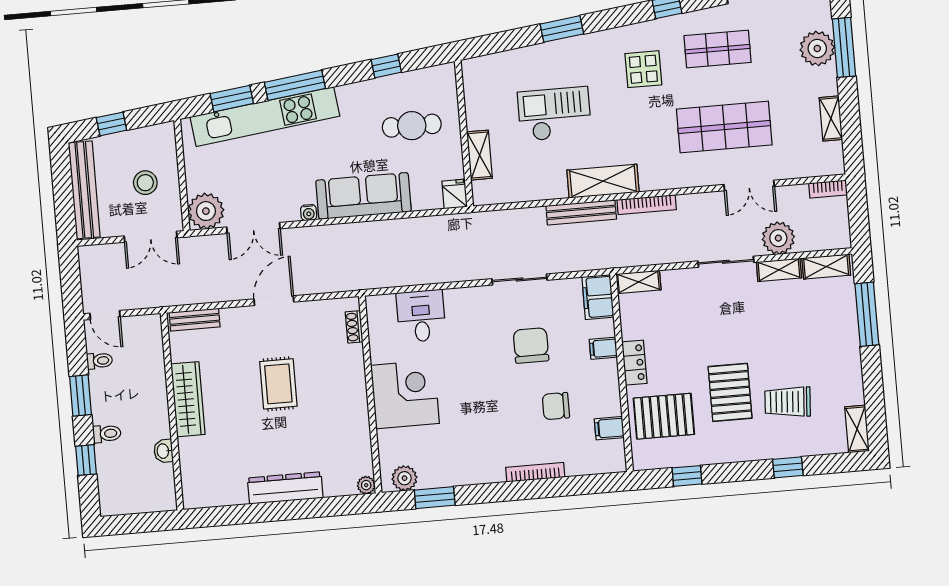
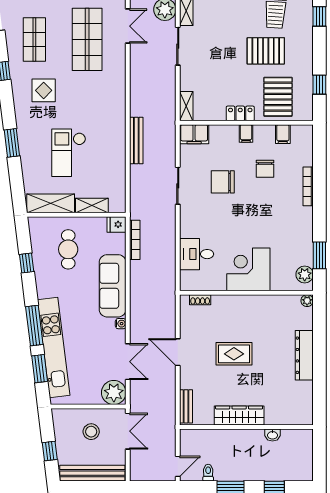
shelving: (603, 181) -> (51, 203), moved, turned 90
bookcase: (647, 205) -> (135, 240), moved
filing cabinet: (603, 348) -> (246, 133), moved
toilet: (107, 434) -> (258, 472), removed

